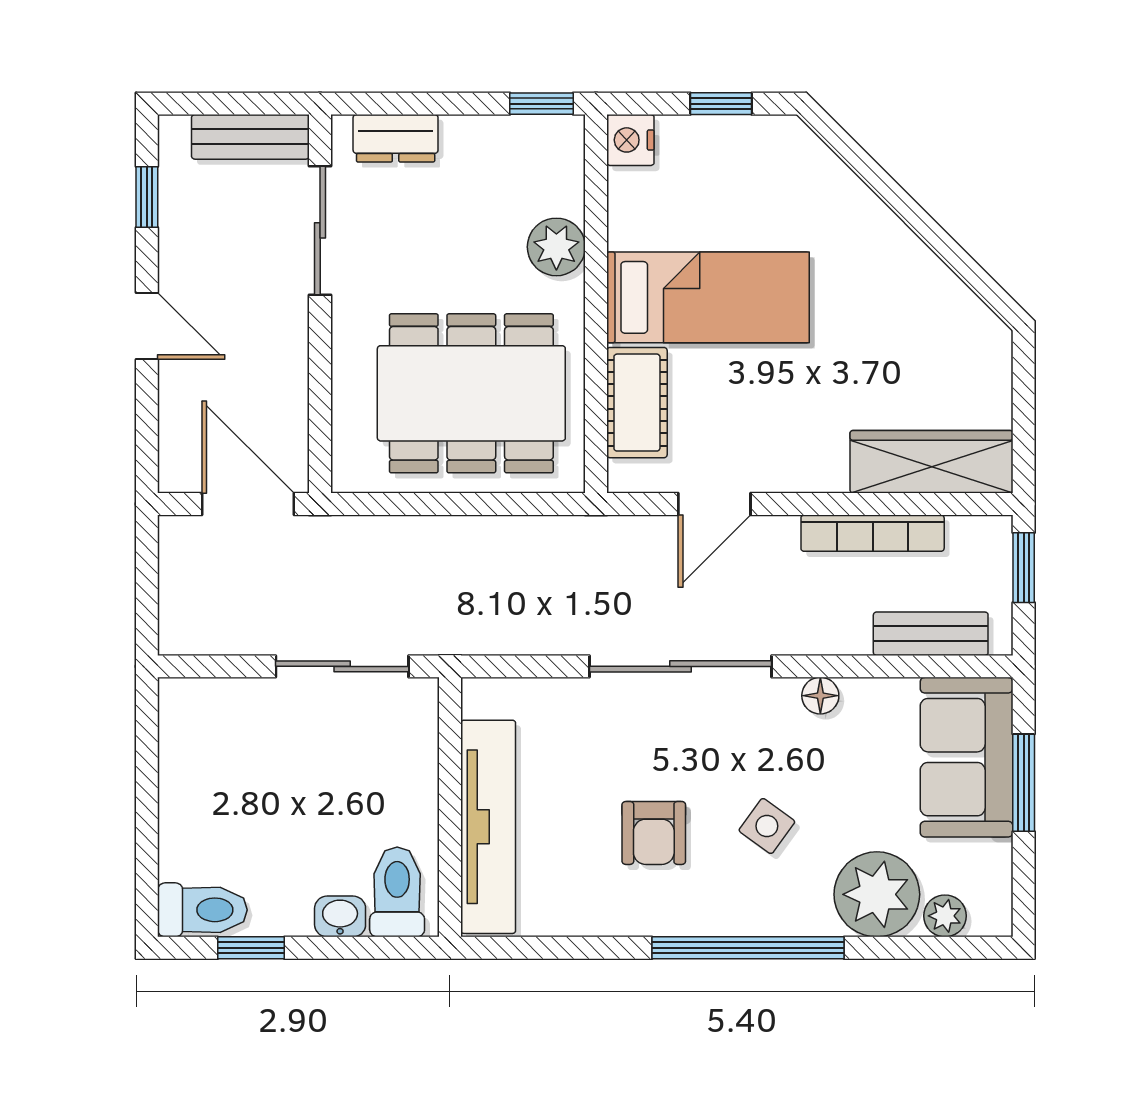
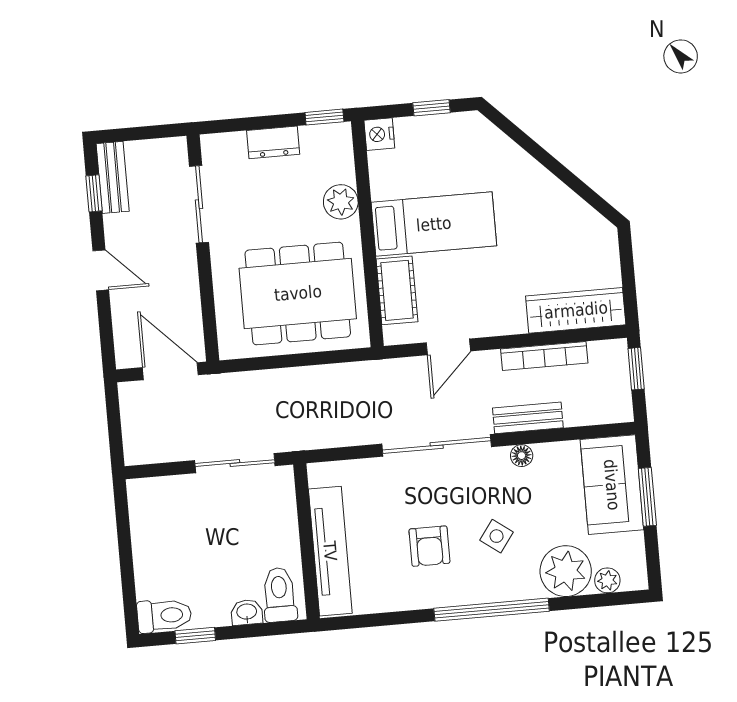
bench: (250, 137) -> (113, 177), moved, turned 90
dresser: (396, 138) -> (273, 142), moved
bench: (931, 634) -> (528, 418), moved

